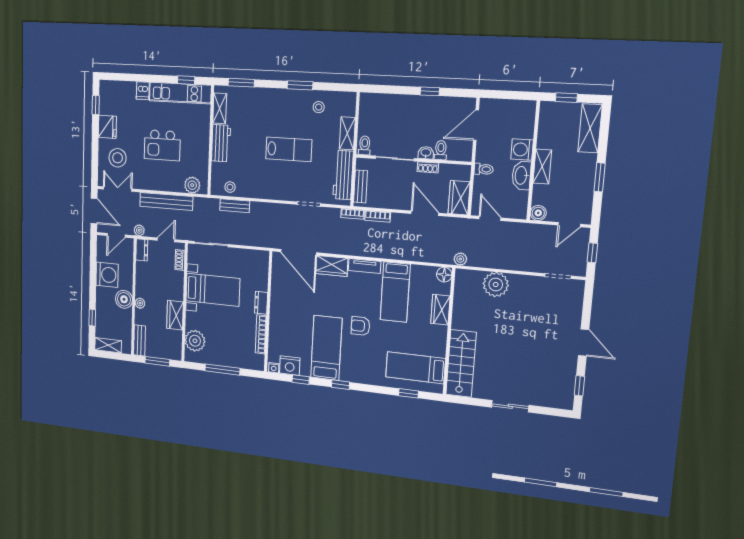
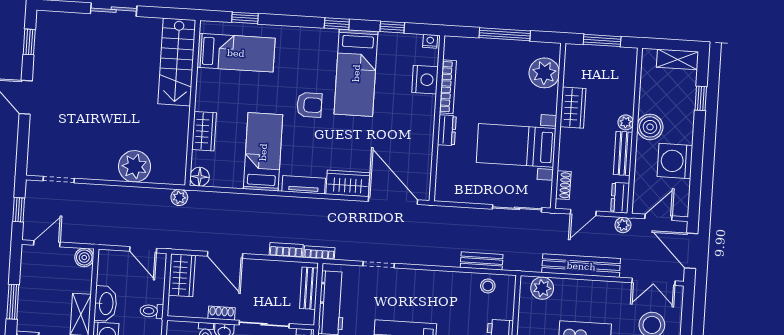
bench: (139, 340) -> (623, 153), moved
nightstand: (290, 366) -> (425, 80), moved, turned 90

